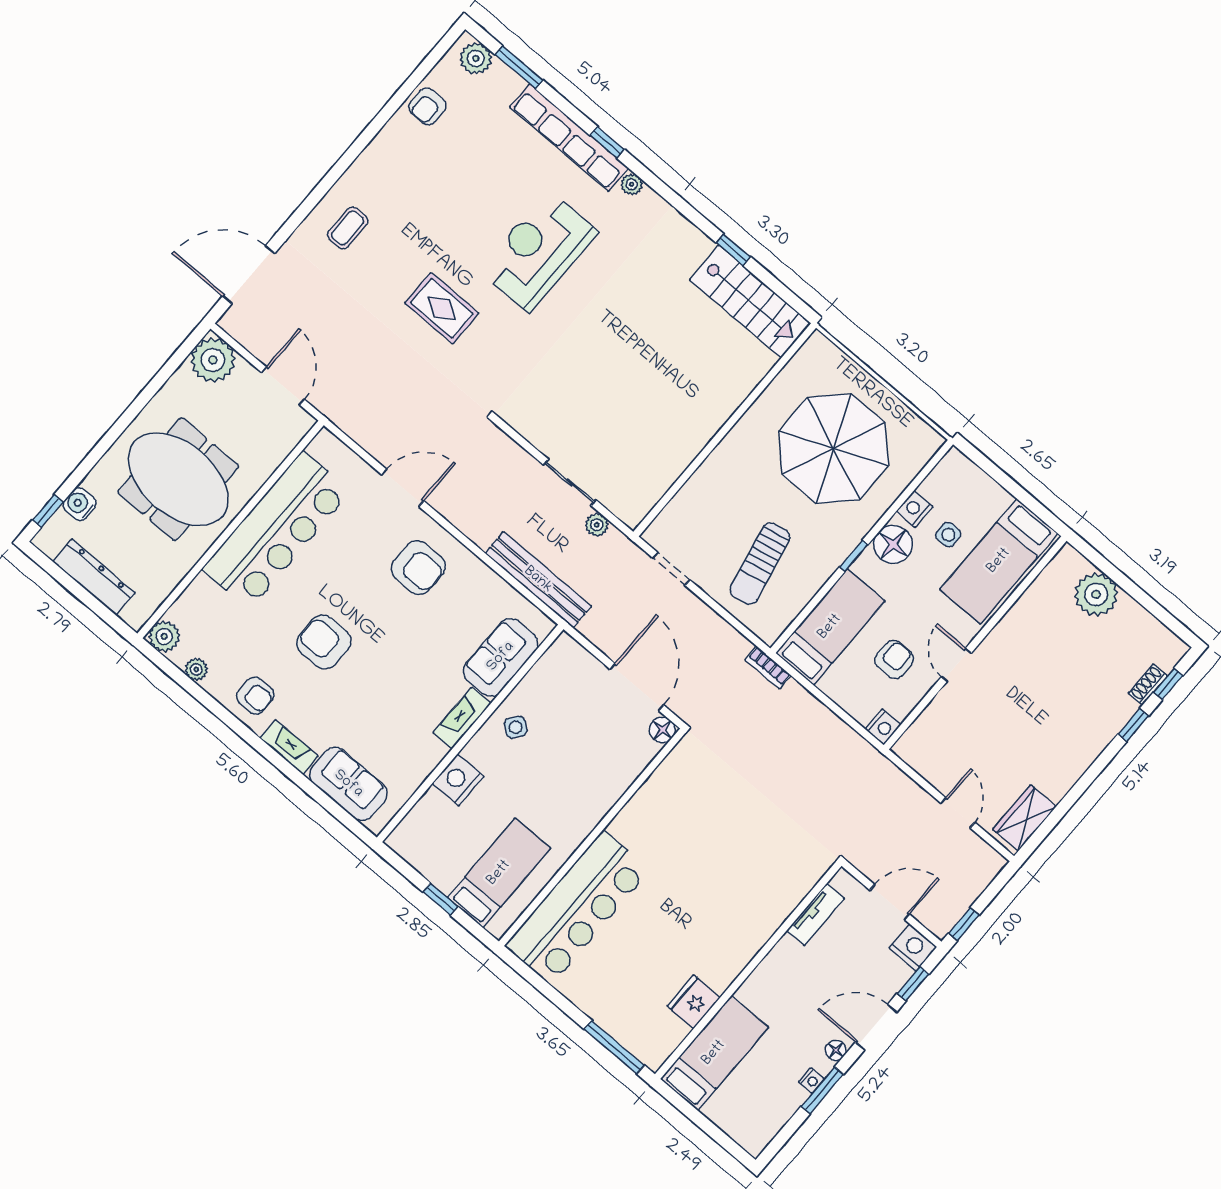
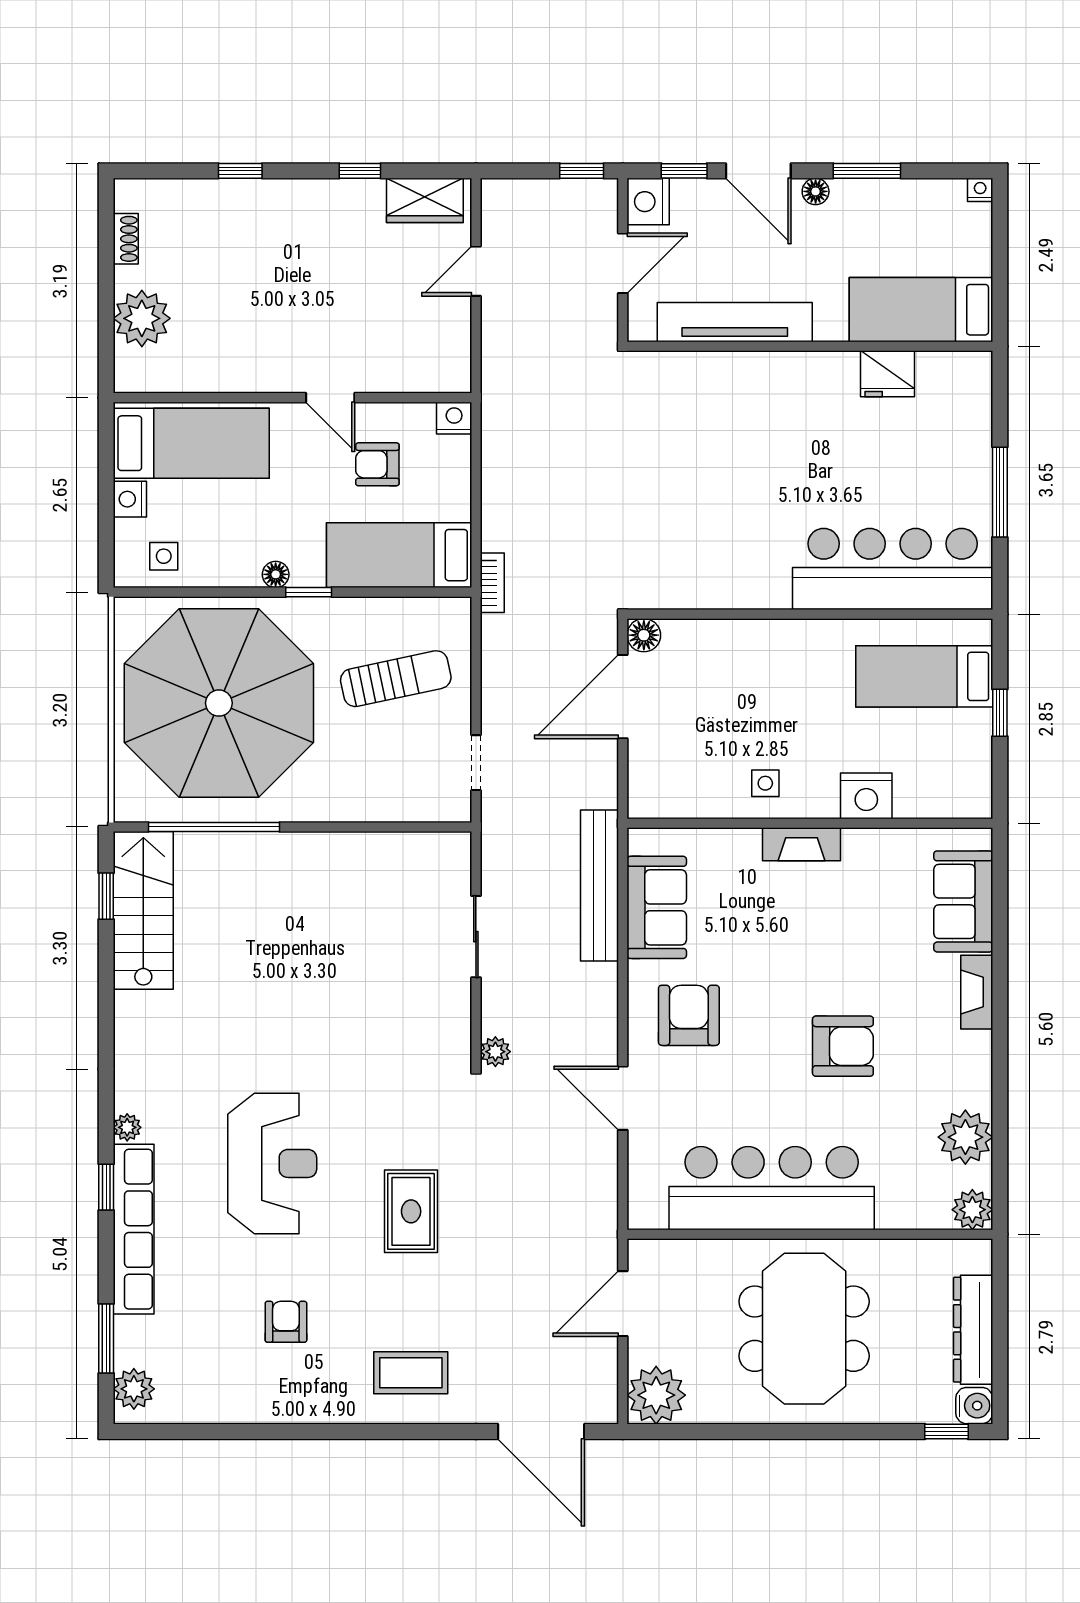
armchair: (427, 106) -> (286, 1322), moved, turned -90
coffee table: (348, 228) -> (411, 1373), width x1.36, depth x1.30
window: (733, 250) -> (106, 896), moved
reception desk: (539, 251) -> (272, 1163), turned -90
window: (764, 384) -> (214, 827), added
parasol: (834, 448) -> (219, 703), width x1.36, depth x1.36
water cooler: (79, 504) -> (974, 1406), moved, turned -90
nightstand: (915, 509) -> (130, 499), moved, turned 90
plant: (597, 525) -> (495, 1052), moved
side table: (948, 535) -> (164, 556), moved
floor lamp: (893, 544) -> (276, 574), width x0.53, depth x0.53
armchair: (324, 642) -> (843, 1046), turned -90
sofa: (501, 657) -> (657, 907), moved, turned -90
door: (956, 665) -> (330, 398), hinge flipped
plant: (196, 669) -> (965, 1137), width x1.88, depth x1.88
window: (1168, 684) -> (360, 171), moved
shoe rack: (1148, 685) -> (126, 239), moved, turned -90
armchair: (255, 696) -> (954, 1069), removed
side table: (516, 727) -> (765, 783), turned -37
door: (890, 902) -> (623, 263), swing flipped
tv unit: (815, 915) -> (735, 322), width x1.92, depth x1.29
window: (614, 1047) -> (1000, 492), moved
nightstand: (811, 1081) -> (980, 190), moved

